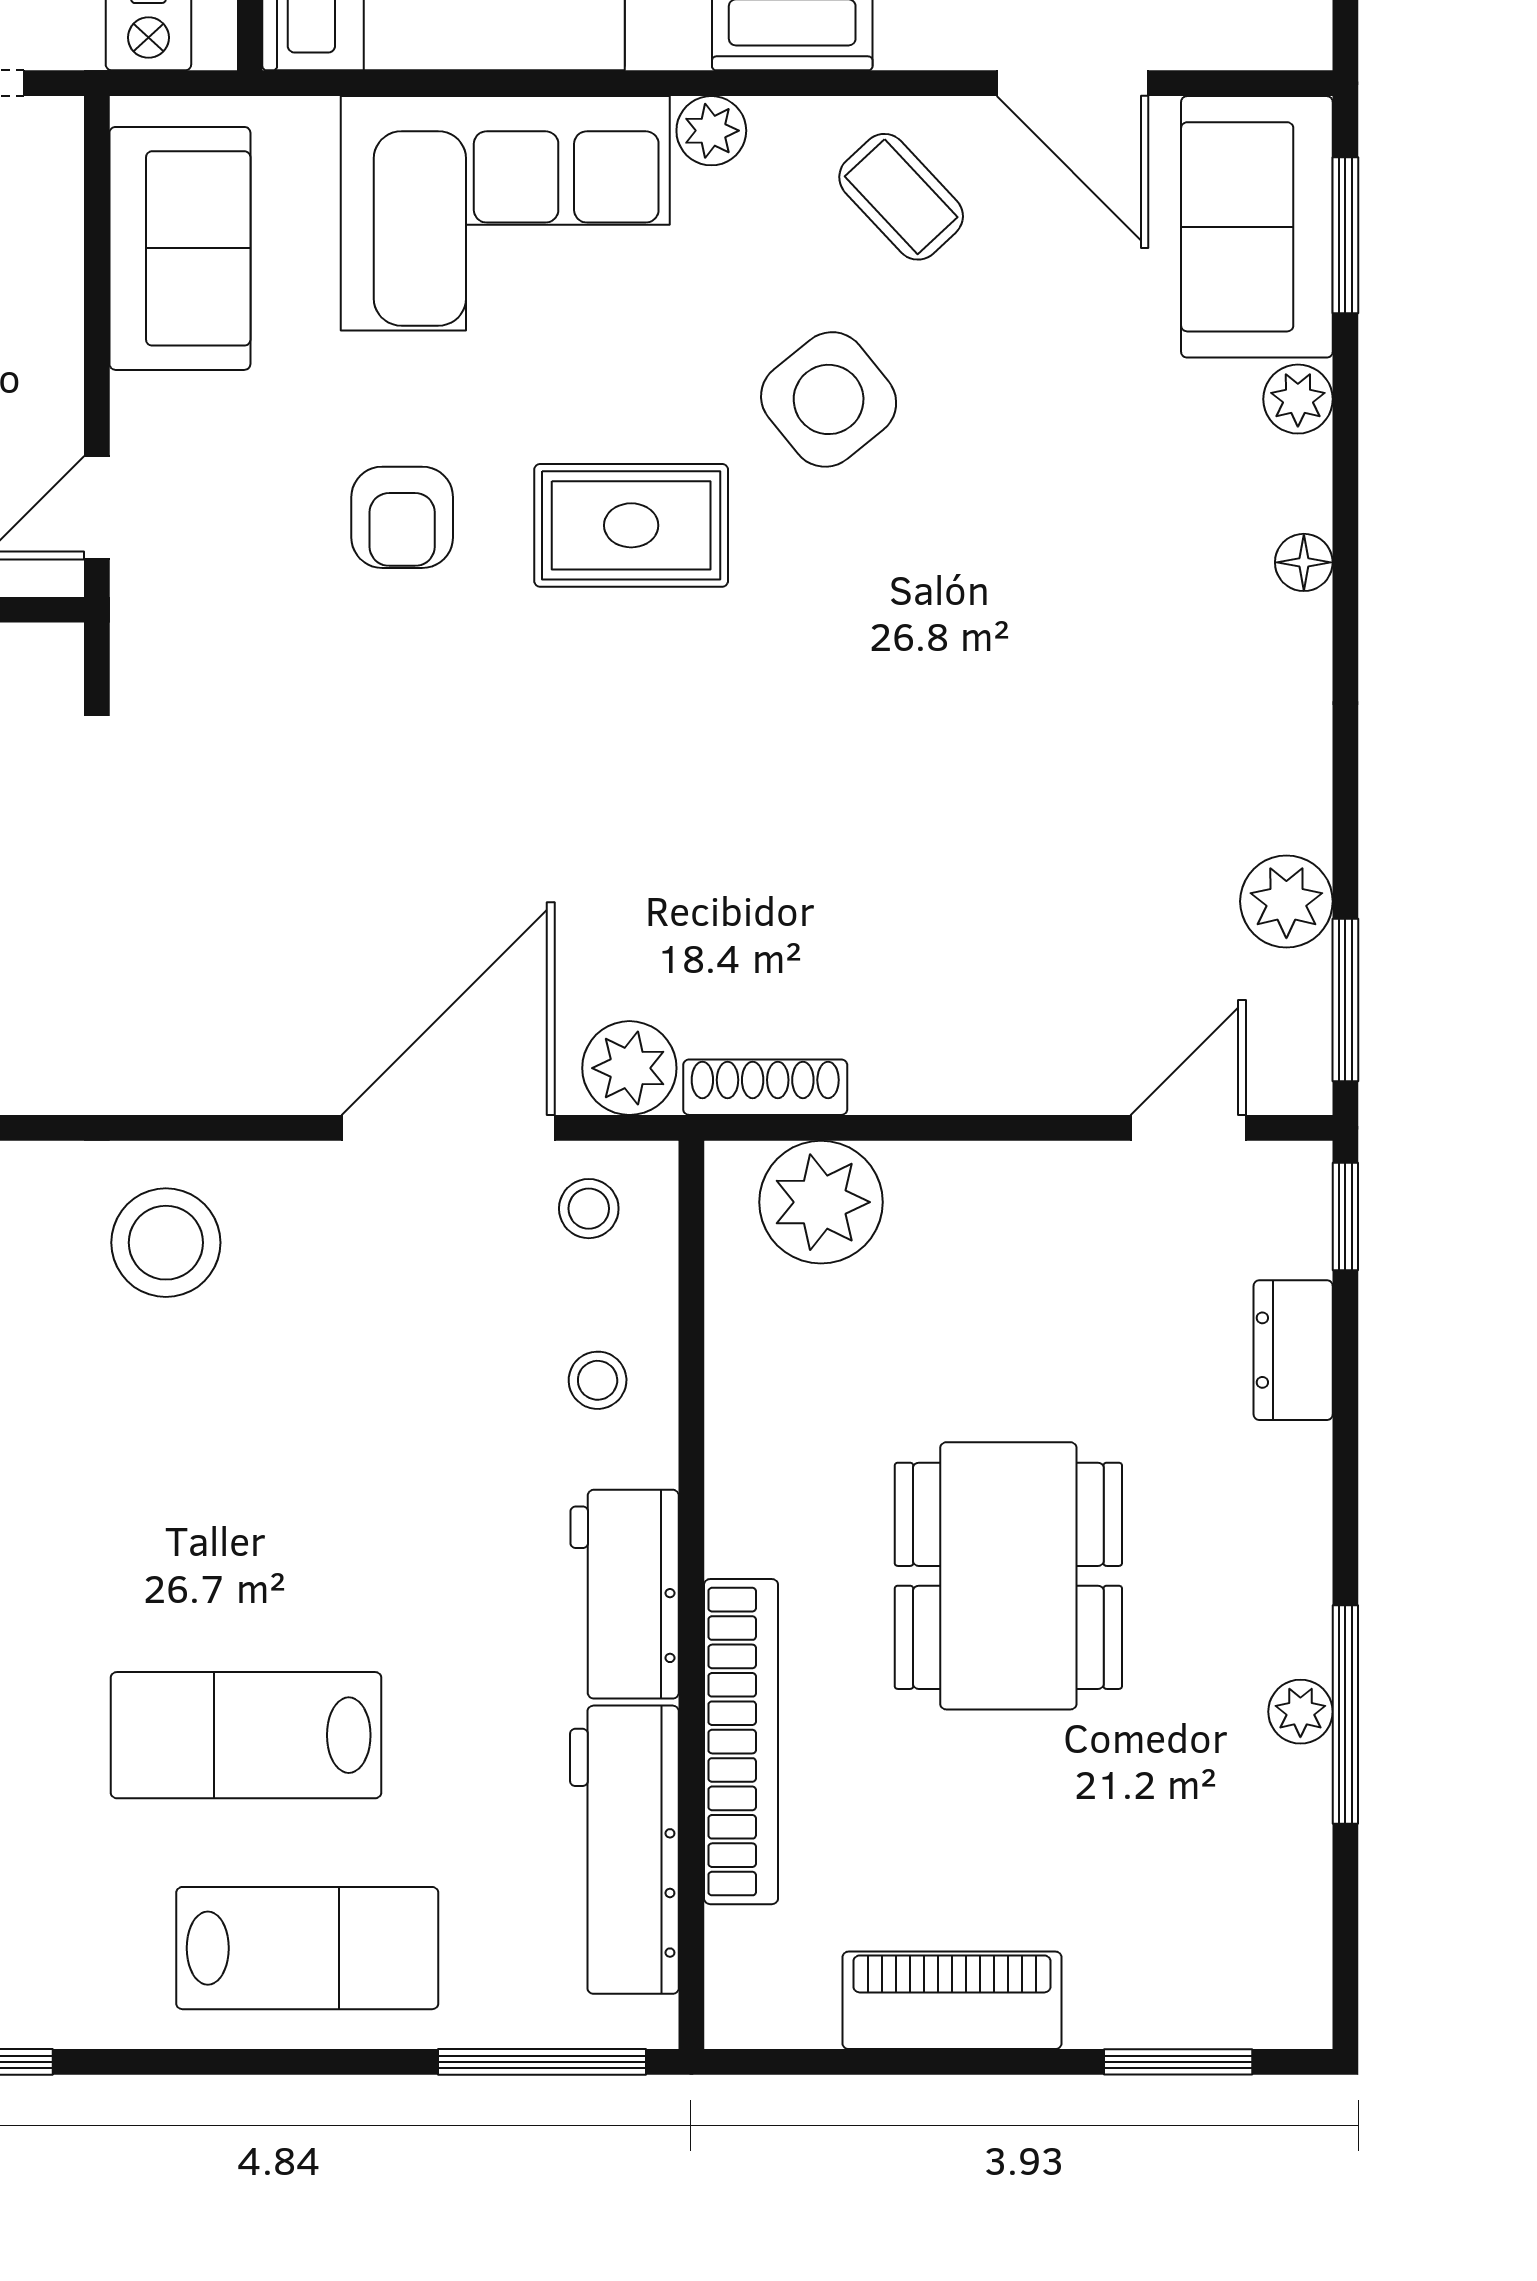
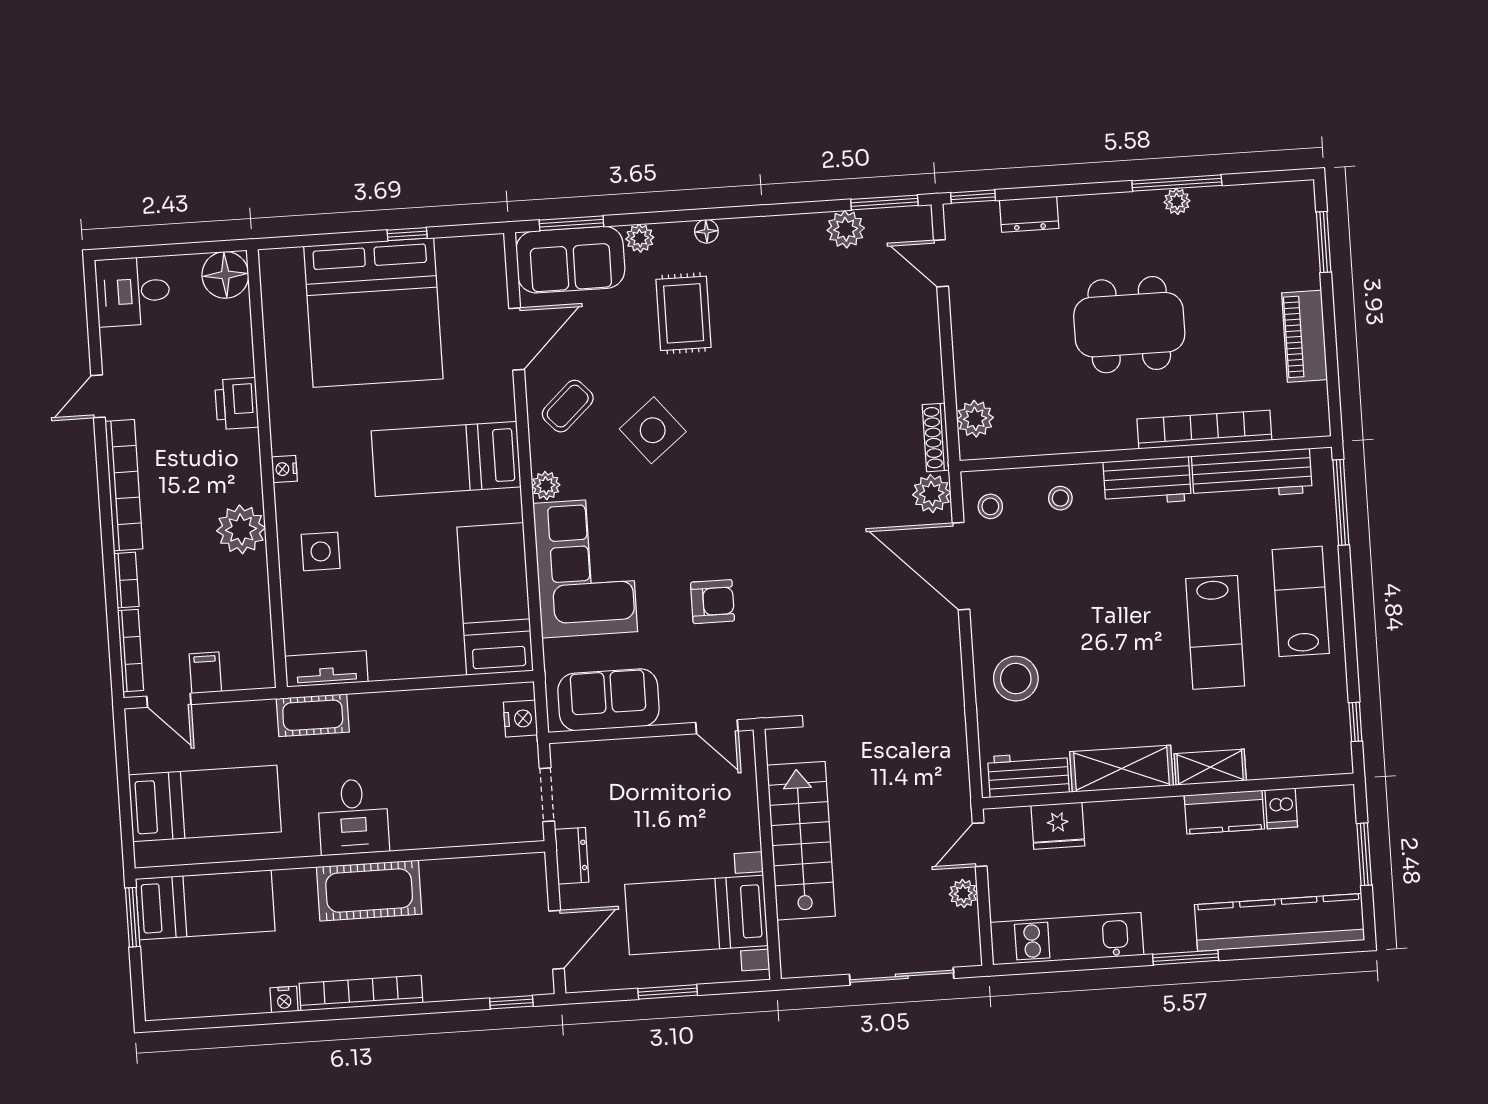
rug: (631, 525) -> (684, 313), moved
plant: (821, 1202) -> (975, 419), width x0.73, depth x0.73

